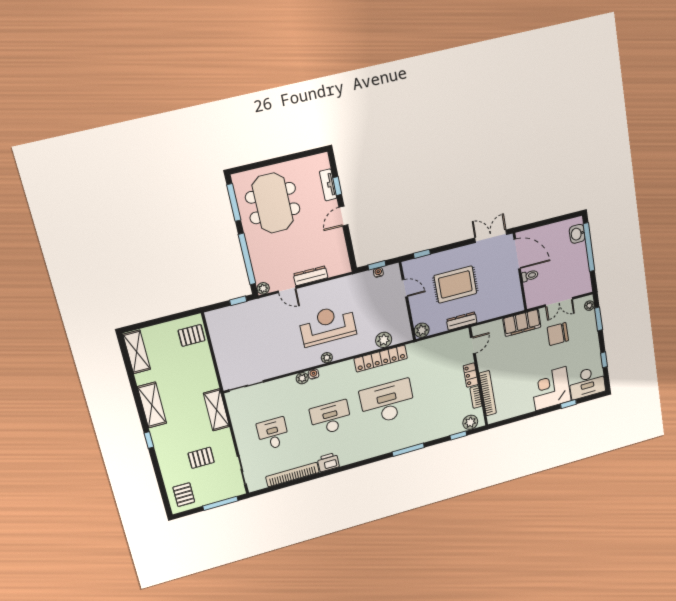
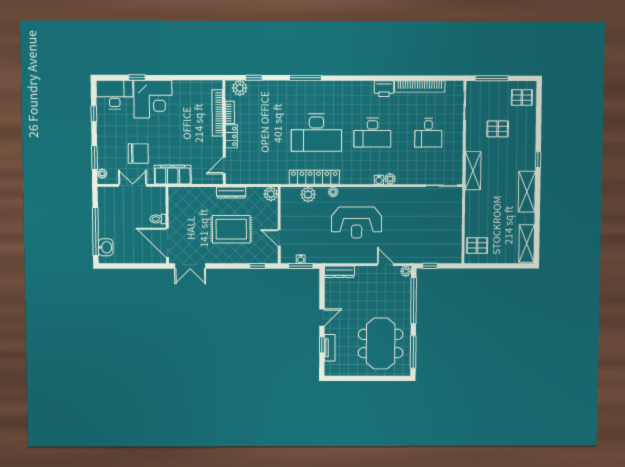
window: (377, 265) -> (301, 266), width x1.50
dresser: (311, 276) -> (339, 272), moved
plant: (327, 358) -> (333, 192), moved
pallet: (184, 495) -> (522, 97), turned 90

